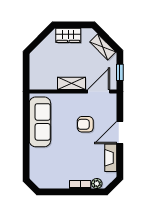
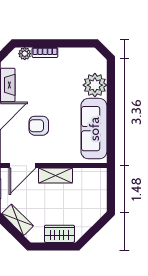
armchair: (85, 124) -> (39, 126), turned 180
plant: (39, 158) -> (95, 85), added

